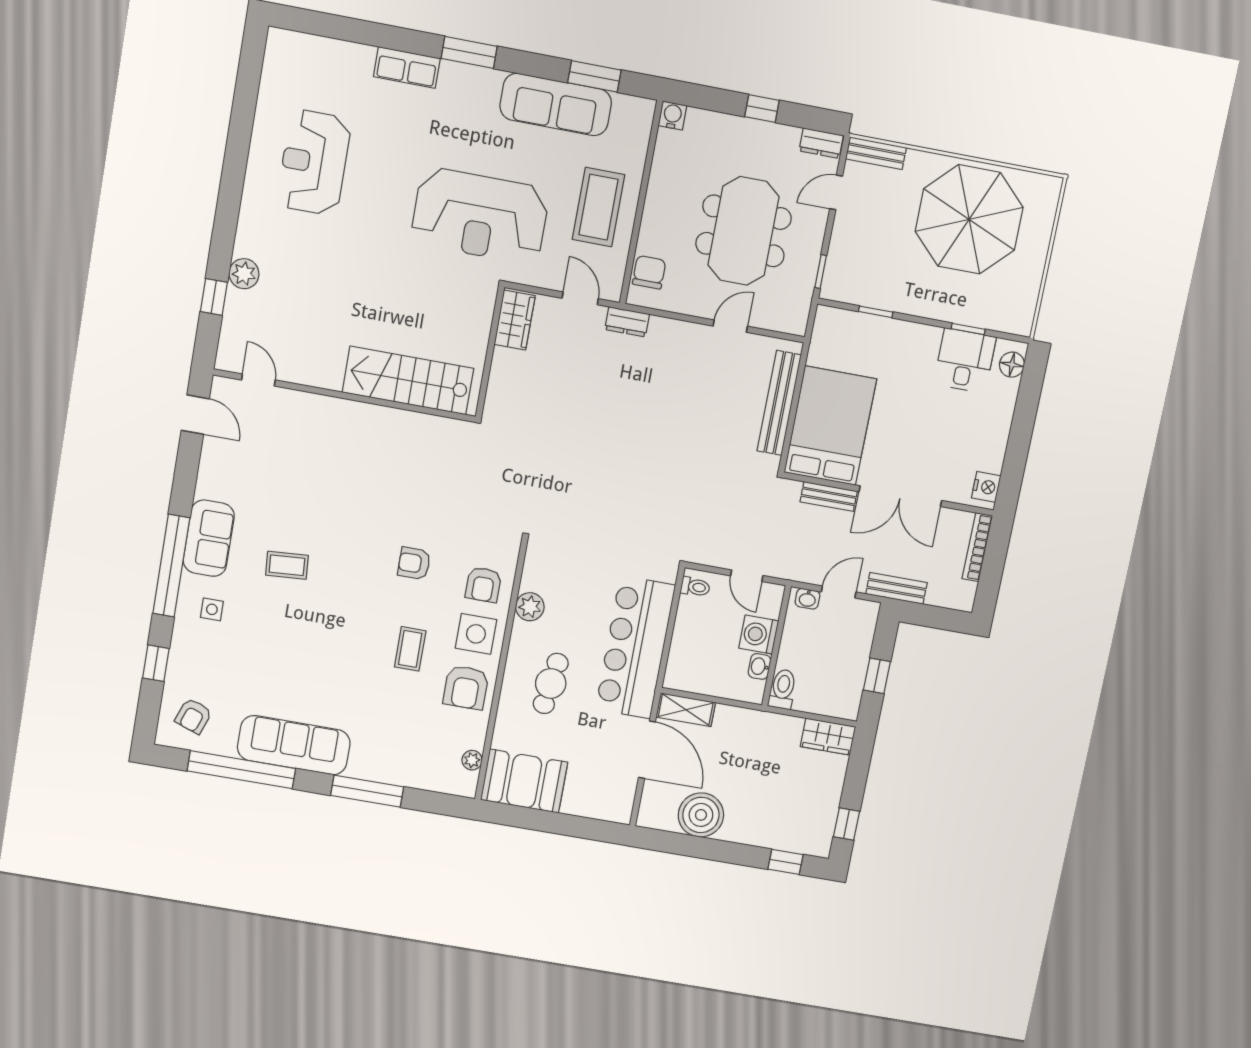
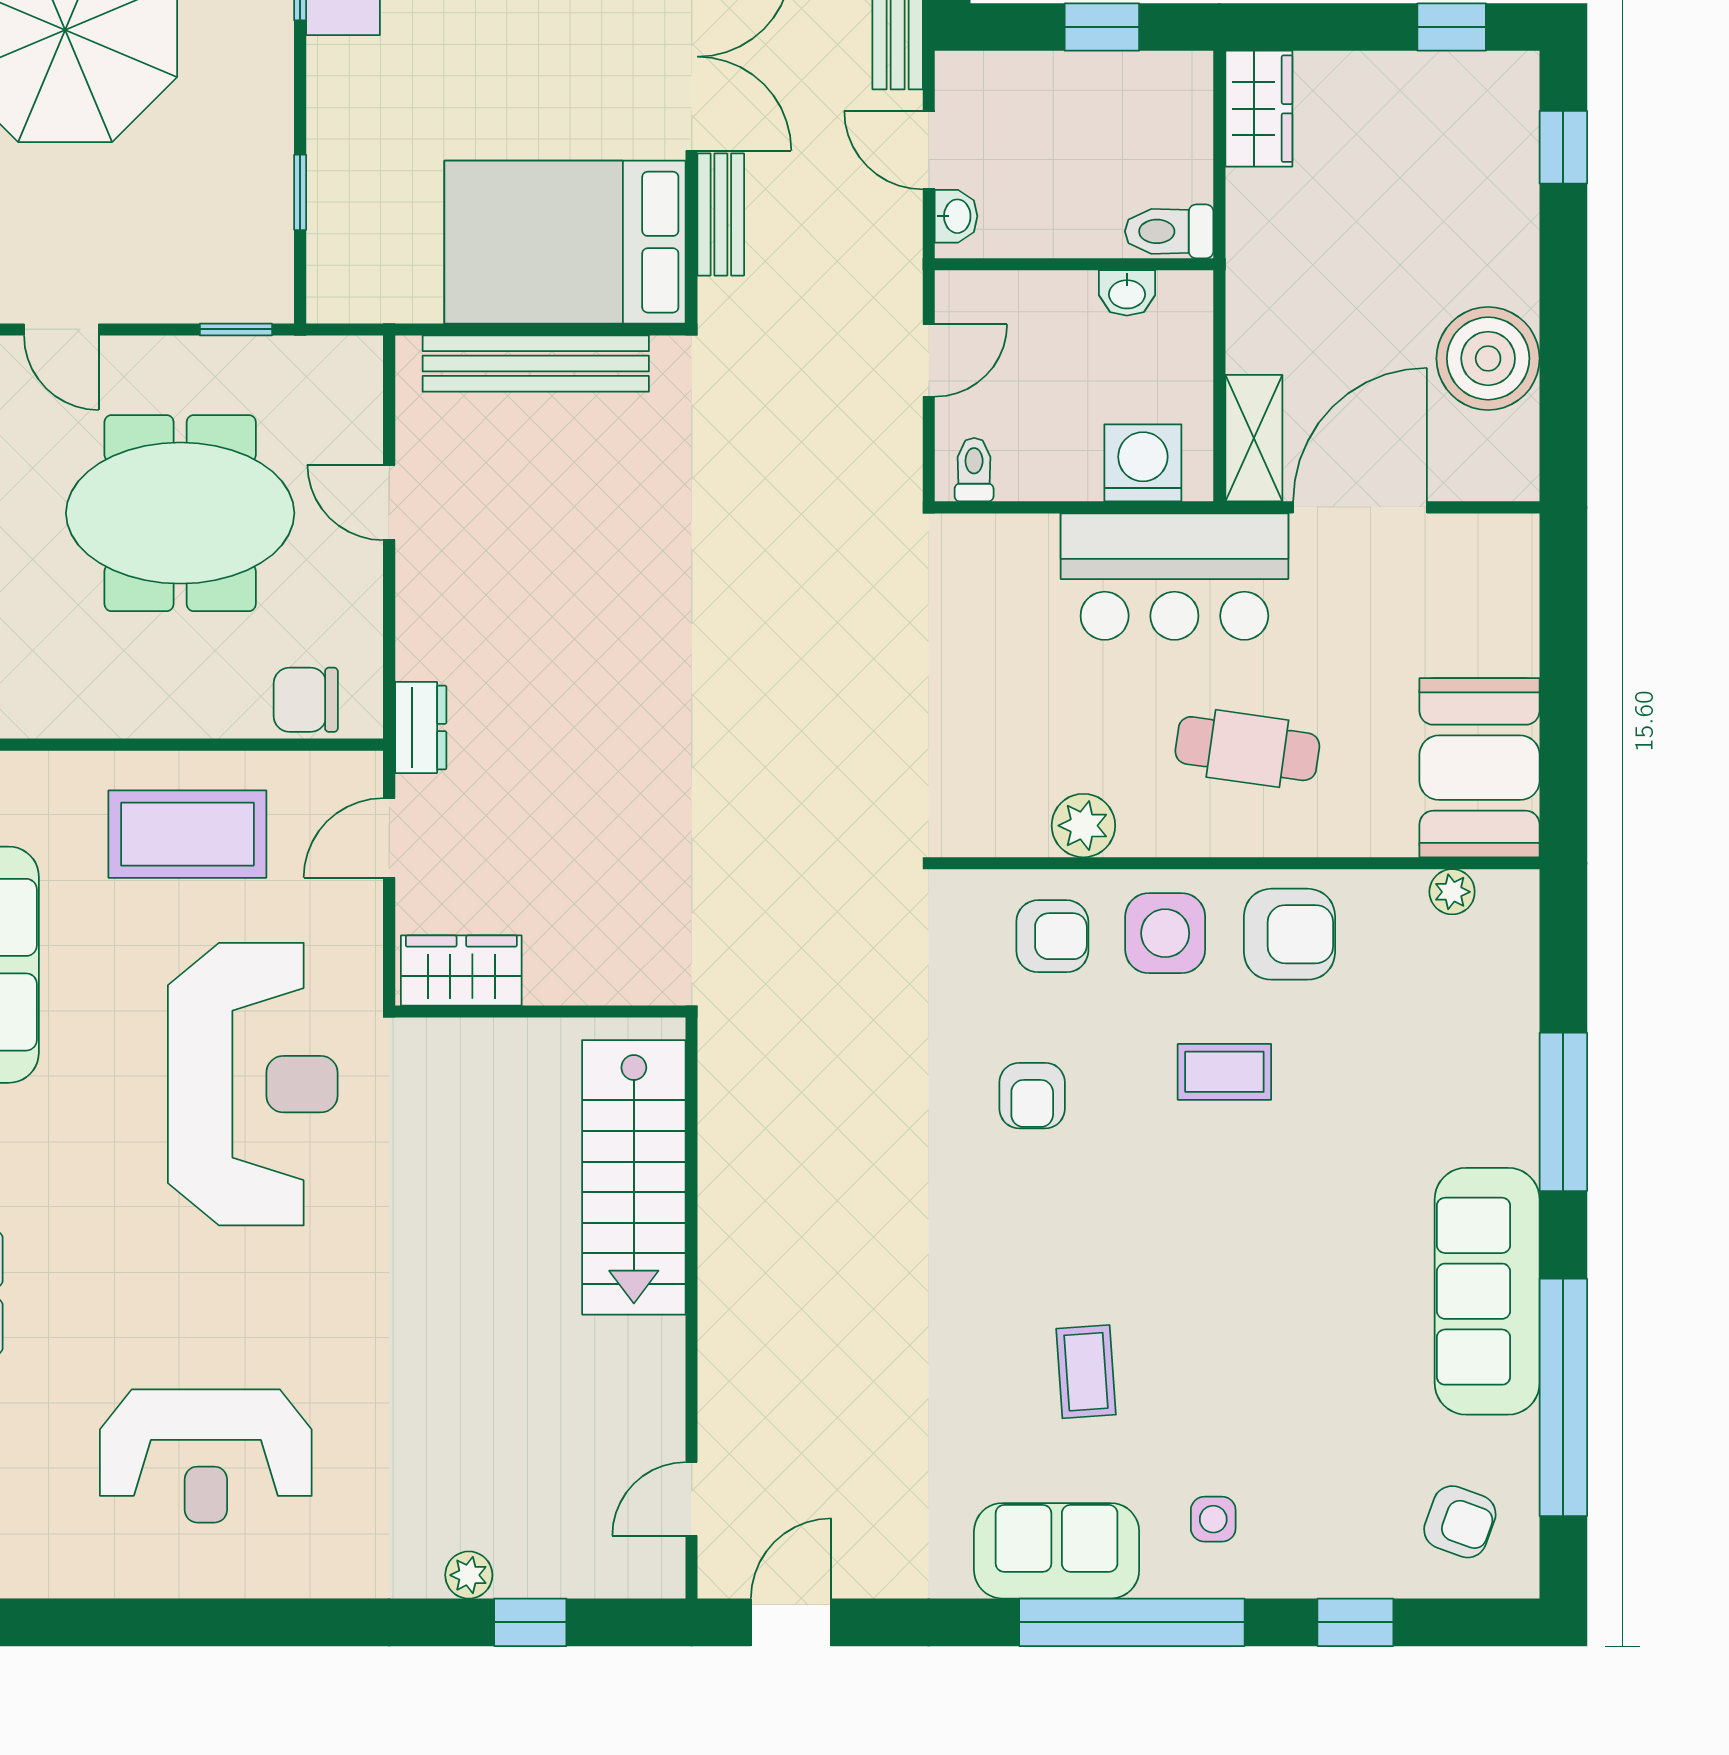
plant: (244, 274) -> (469, 1575), width x0.73, depth x0.73
washing machine: (759, 635) -> (1143, 463), moved, turned 180
bar counter: (635, 647) -> (1174, 577), width x0.73

